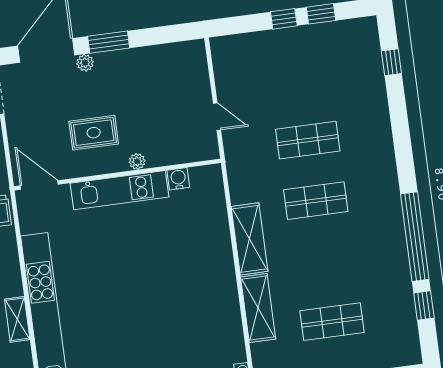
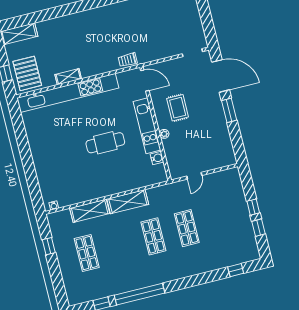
plant: (85, 63) -> (216, 98), removed
door: (39, 185) -> (145, 80), hinge flipped
cafe table: (141, 267) -> (105, 143), added

